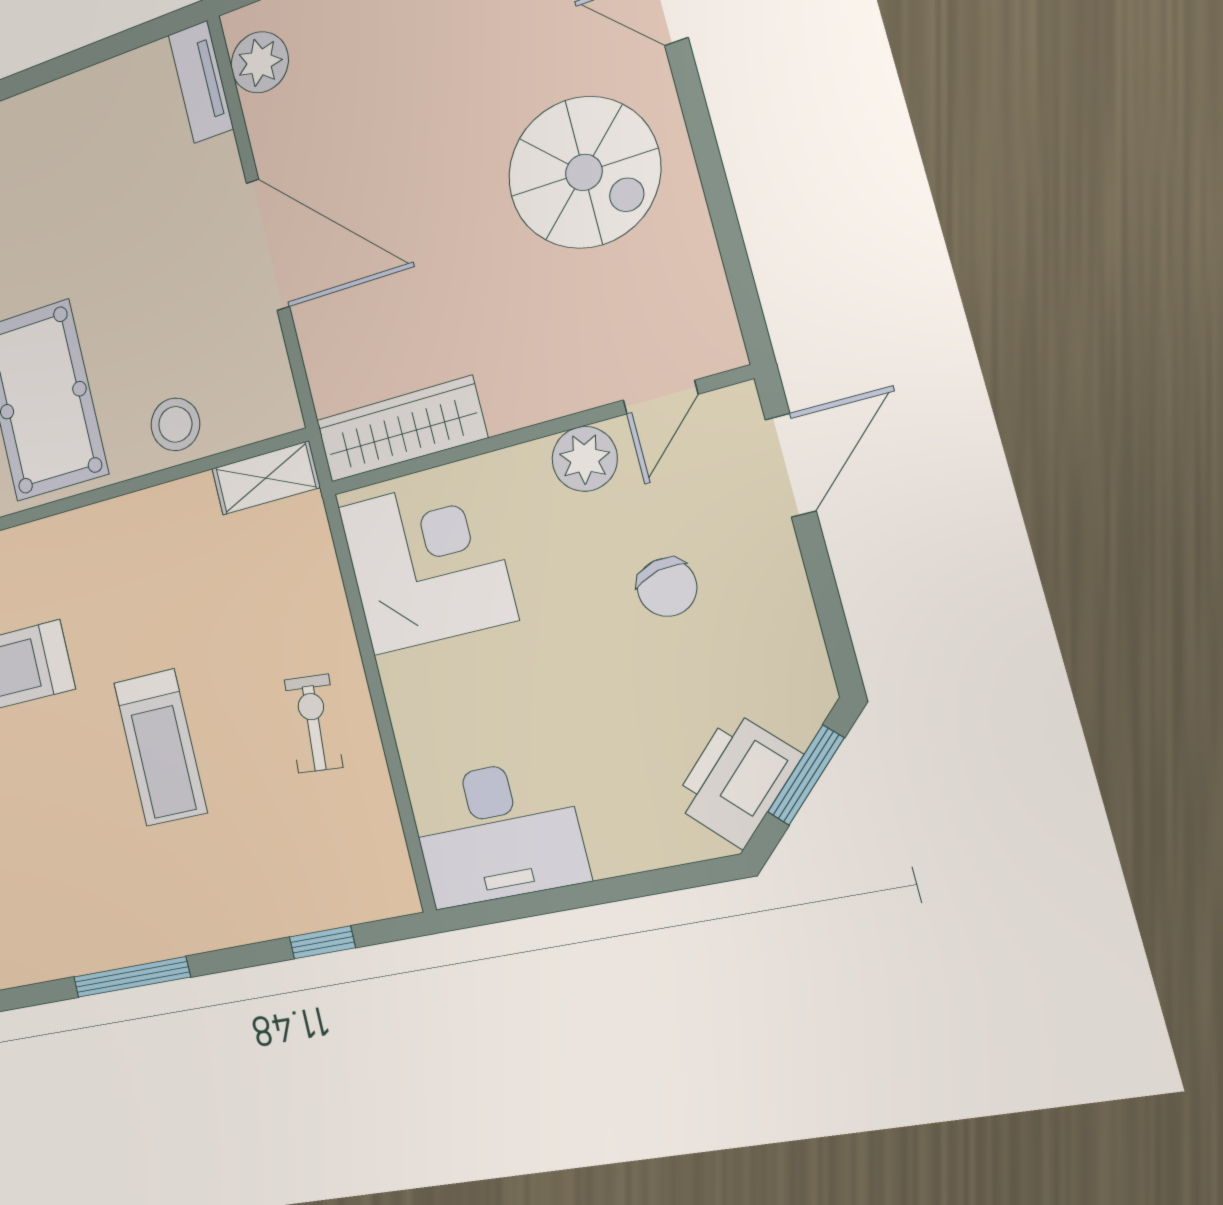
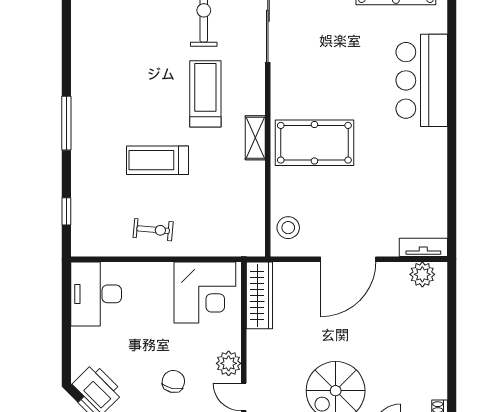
stool: (175, 424) -> (288, 228), moved
shelving: (266, 478) -> (255, 138), moved
chair: (667, 587) -> (173, 381), turned 115

